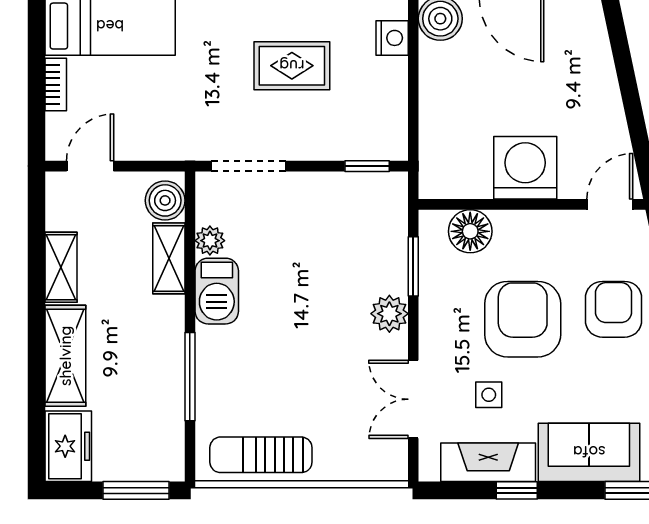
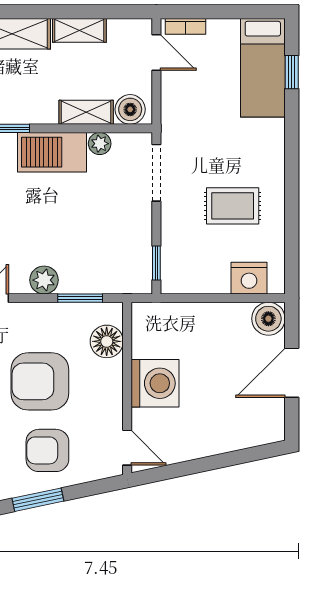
nightstand: (392, 38) -> (249, 278), width x1.36, depth x1.33
rug: (292, 66) -> (233, 206), turned 90
bookcase: (56, 85) -> (185, 26), moved
barbecue: (217, 291) -> (52, 152), width x1.37, depth x1.21
armchair: (613, 309) -> (47, 450), turned 180
armchair: (523, 319) -> (40, 381), turned 180

